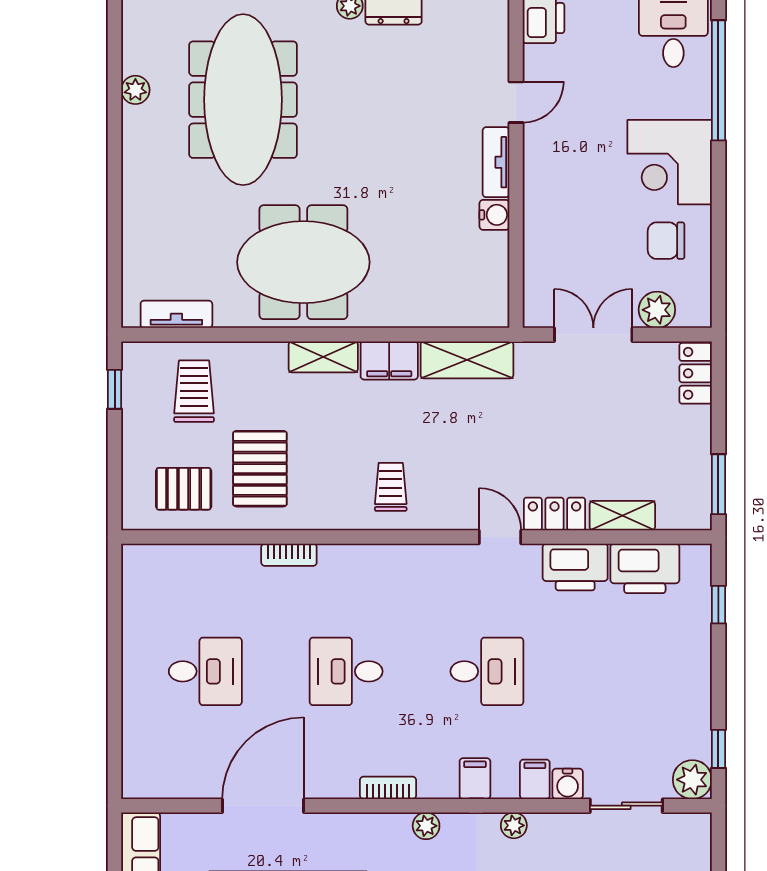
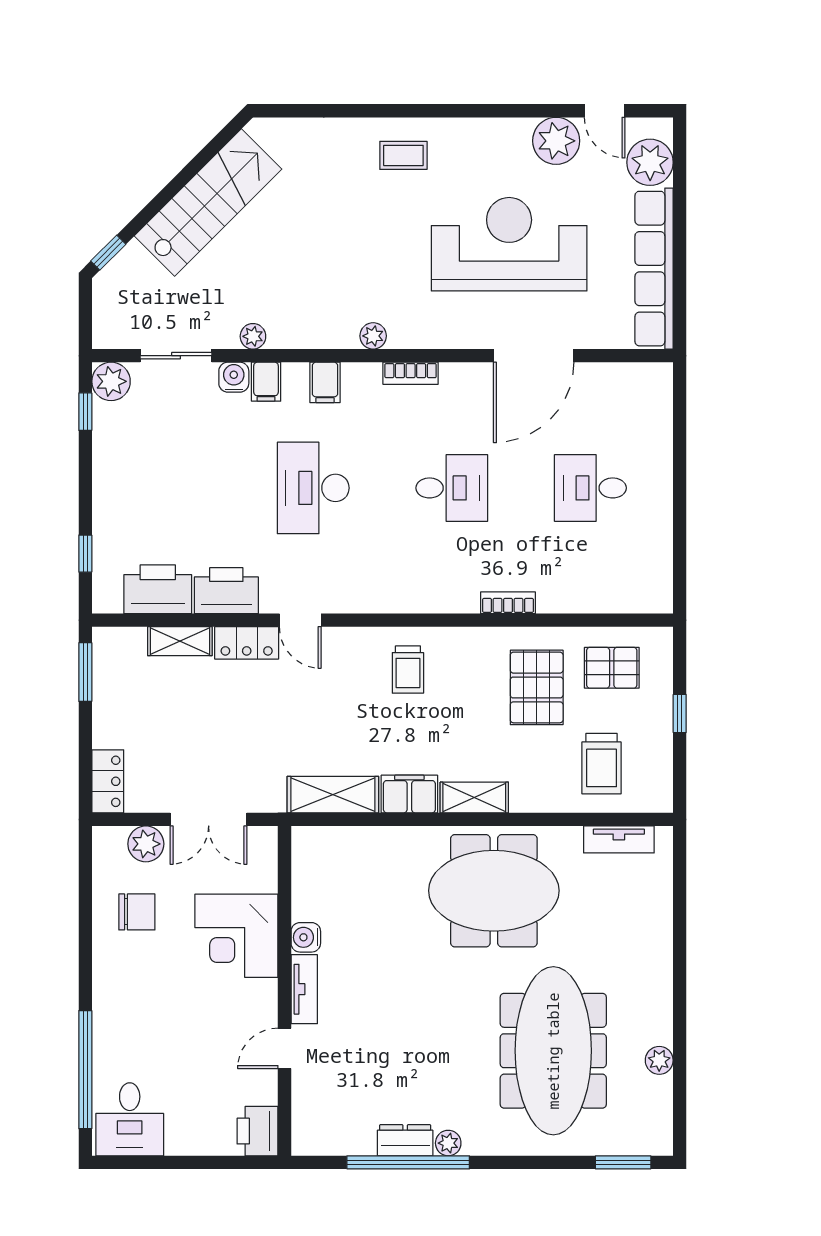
corner desk: (670, 162) -> (236, 936), moved, turned 180
window: (115, 389) -> (680, 713), moved
desk: (487, 671) -> (313, 488), width x1.37
plant: (514, 825) -> (253, 336), moved

